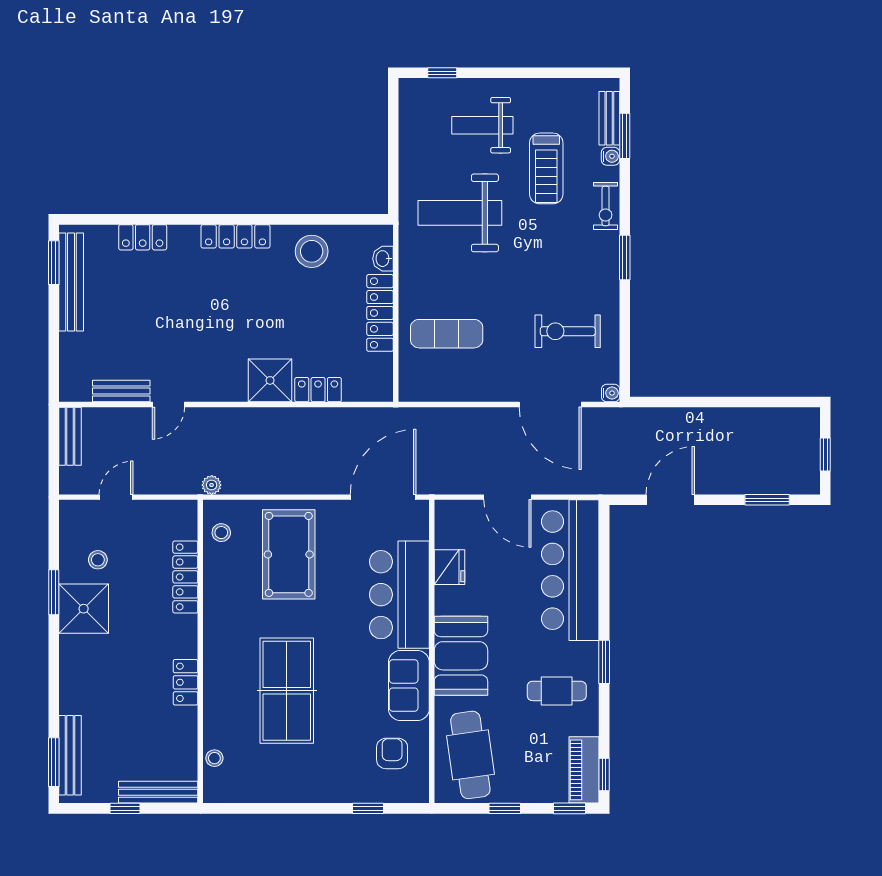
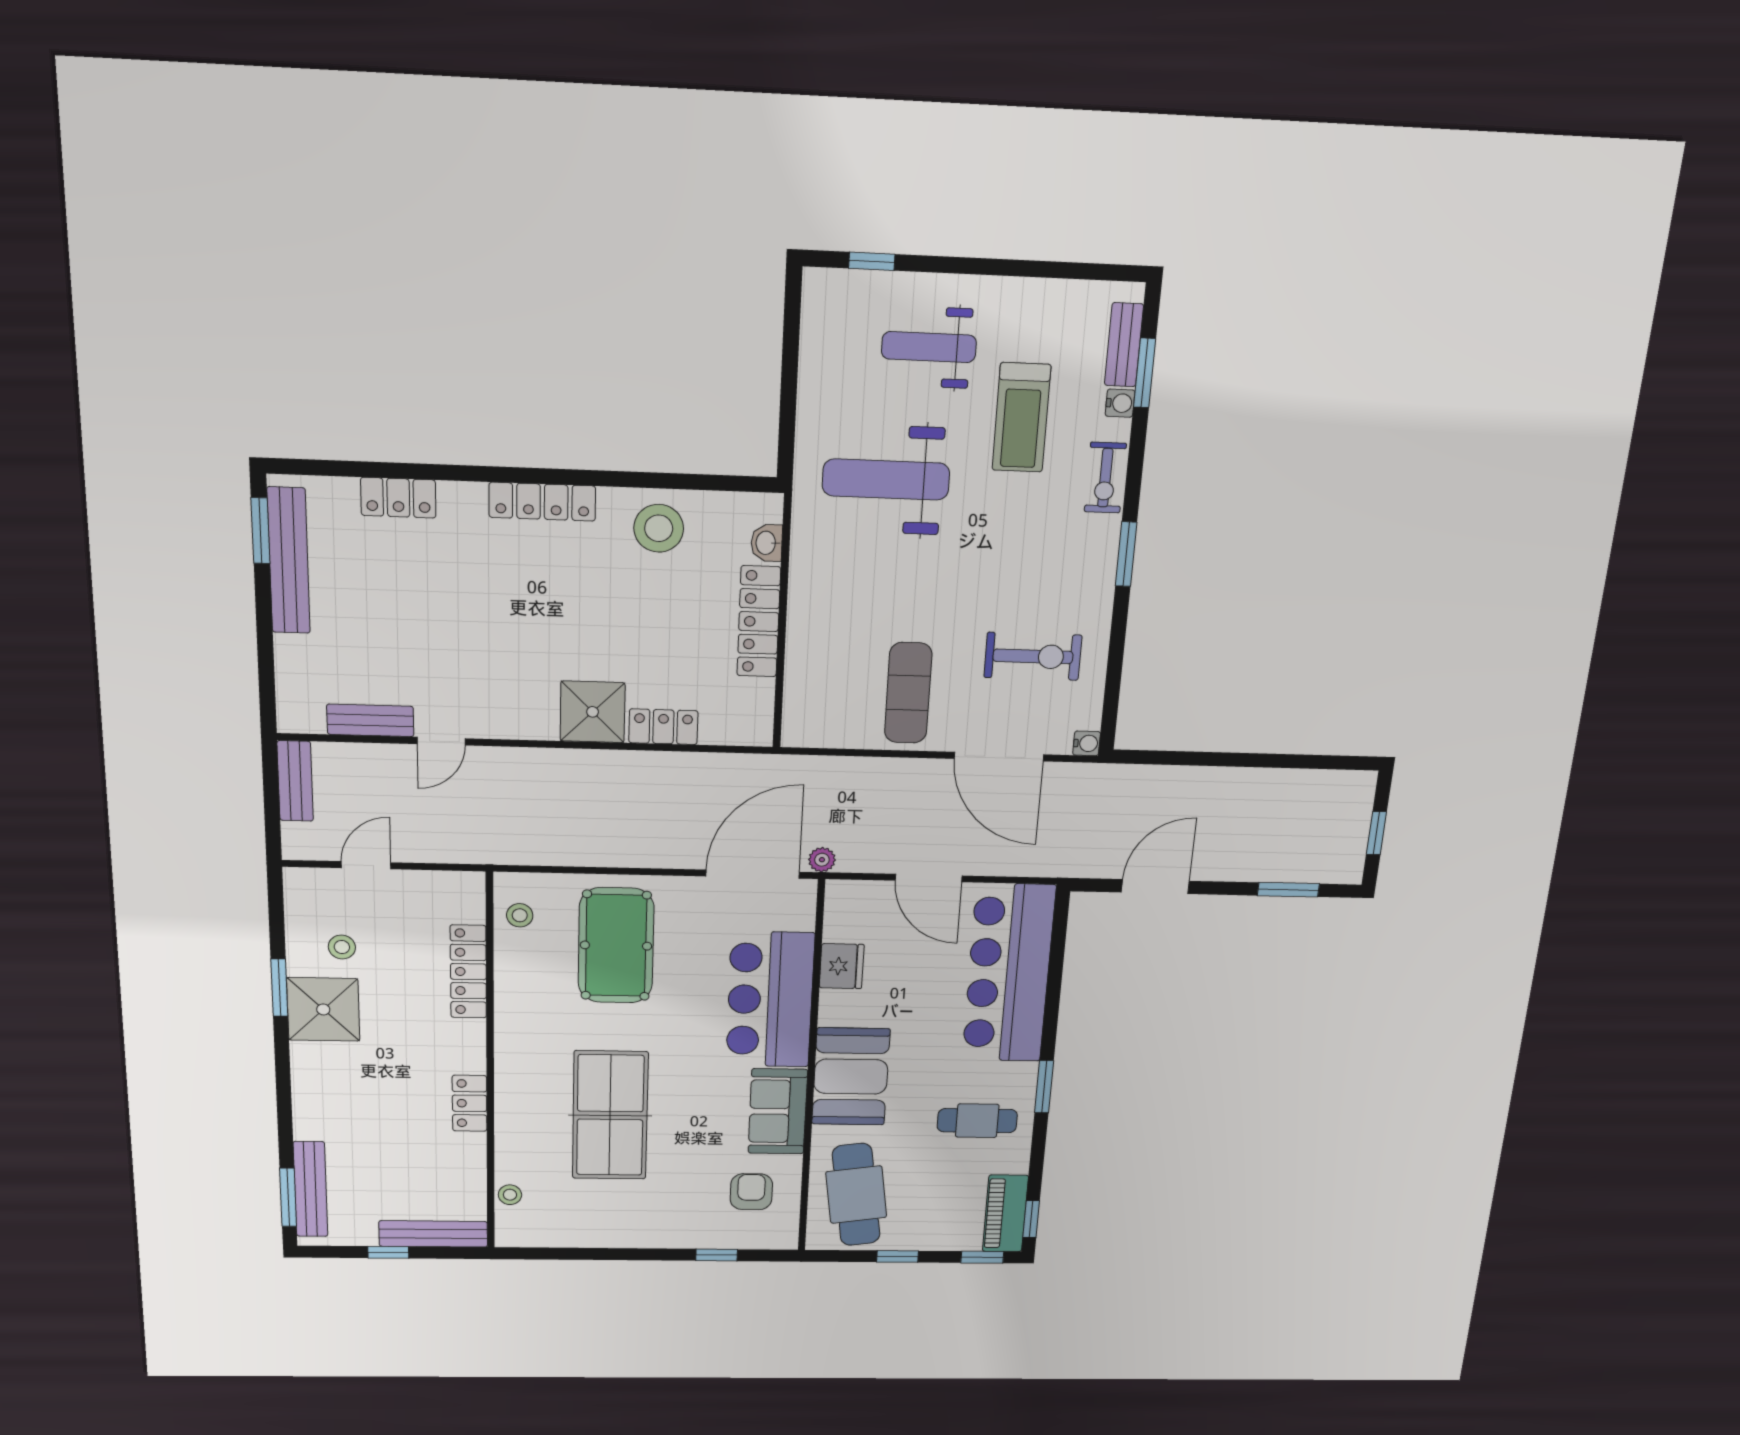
exercise bike: (568, 331) -> (1033, 656), turned 180
exercise mat: (447, 334) -> (908, 693), moved, turned 90
plant: (212, 485) -> (822, 860), moved

